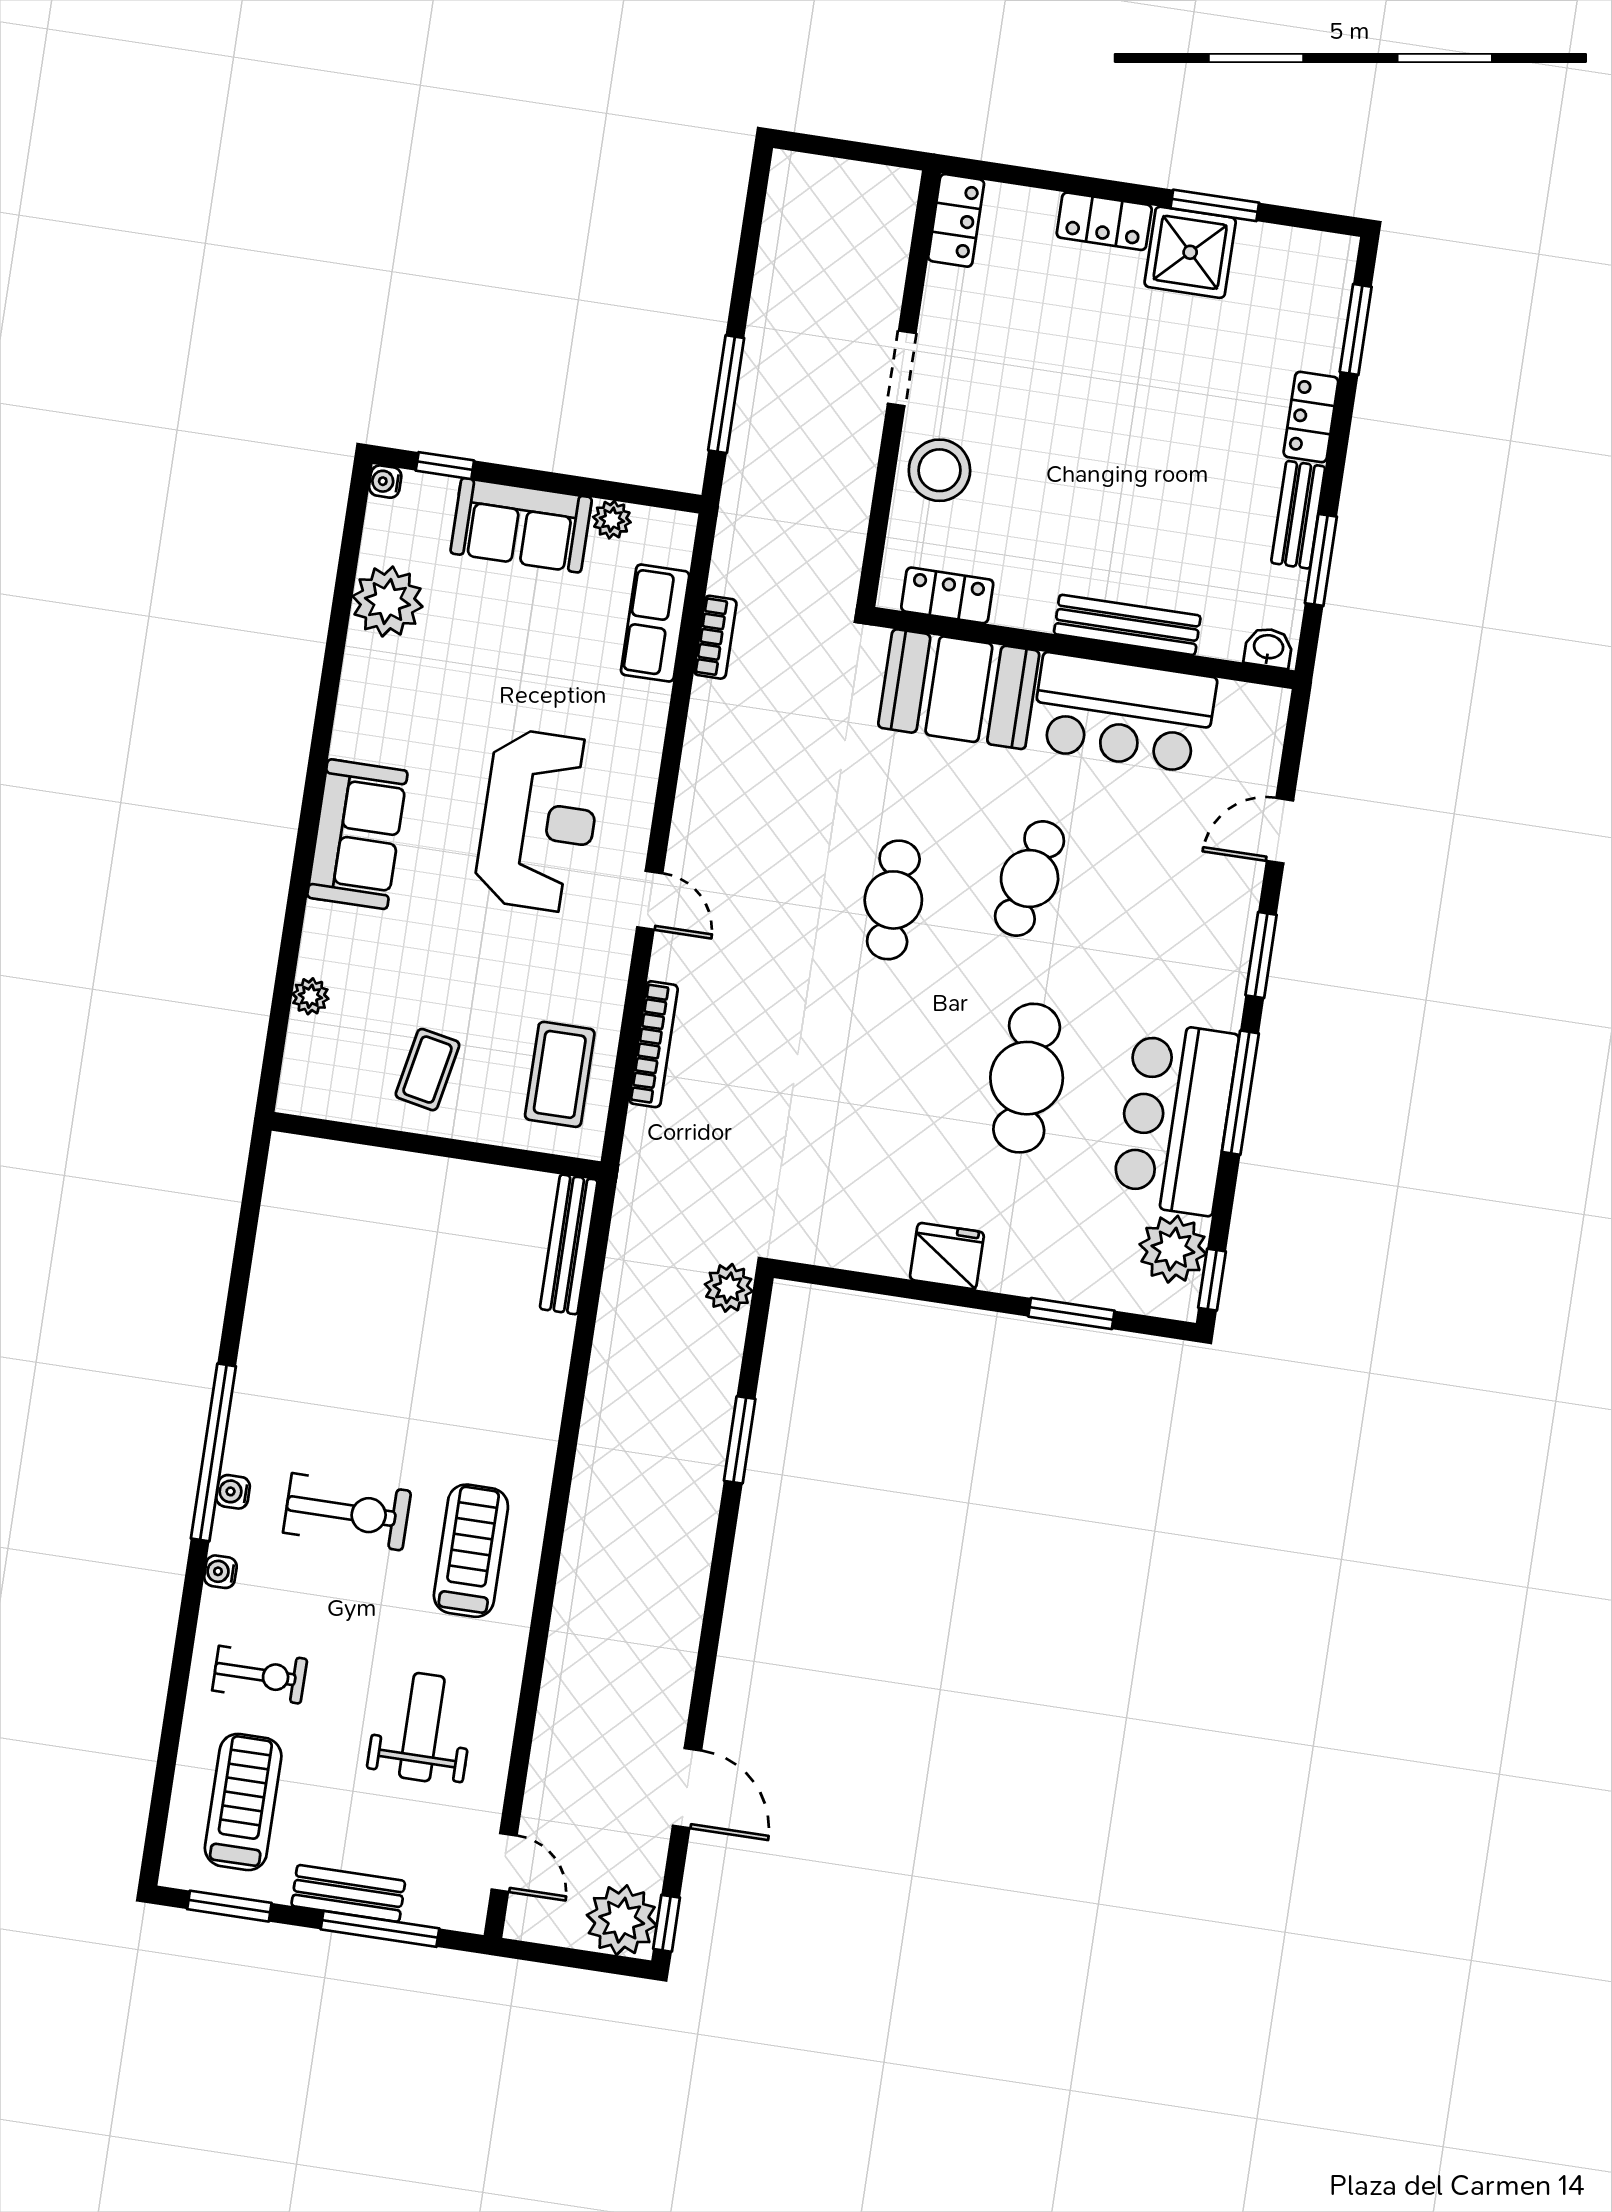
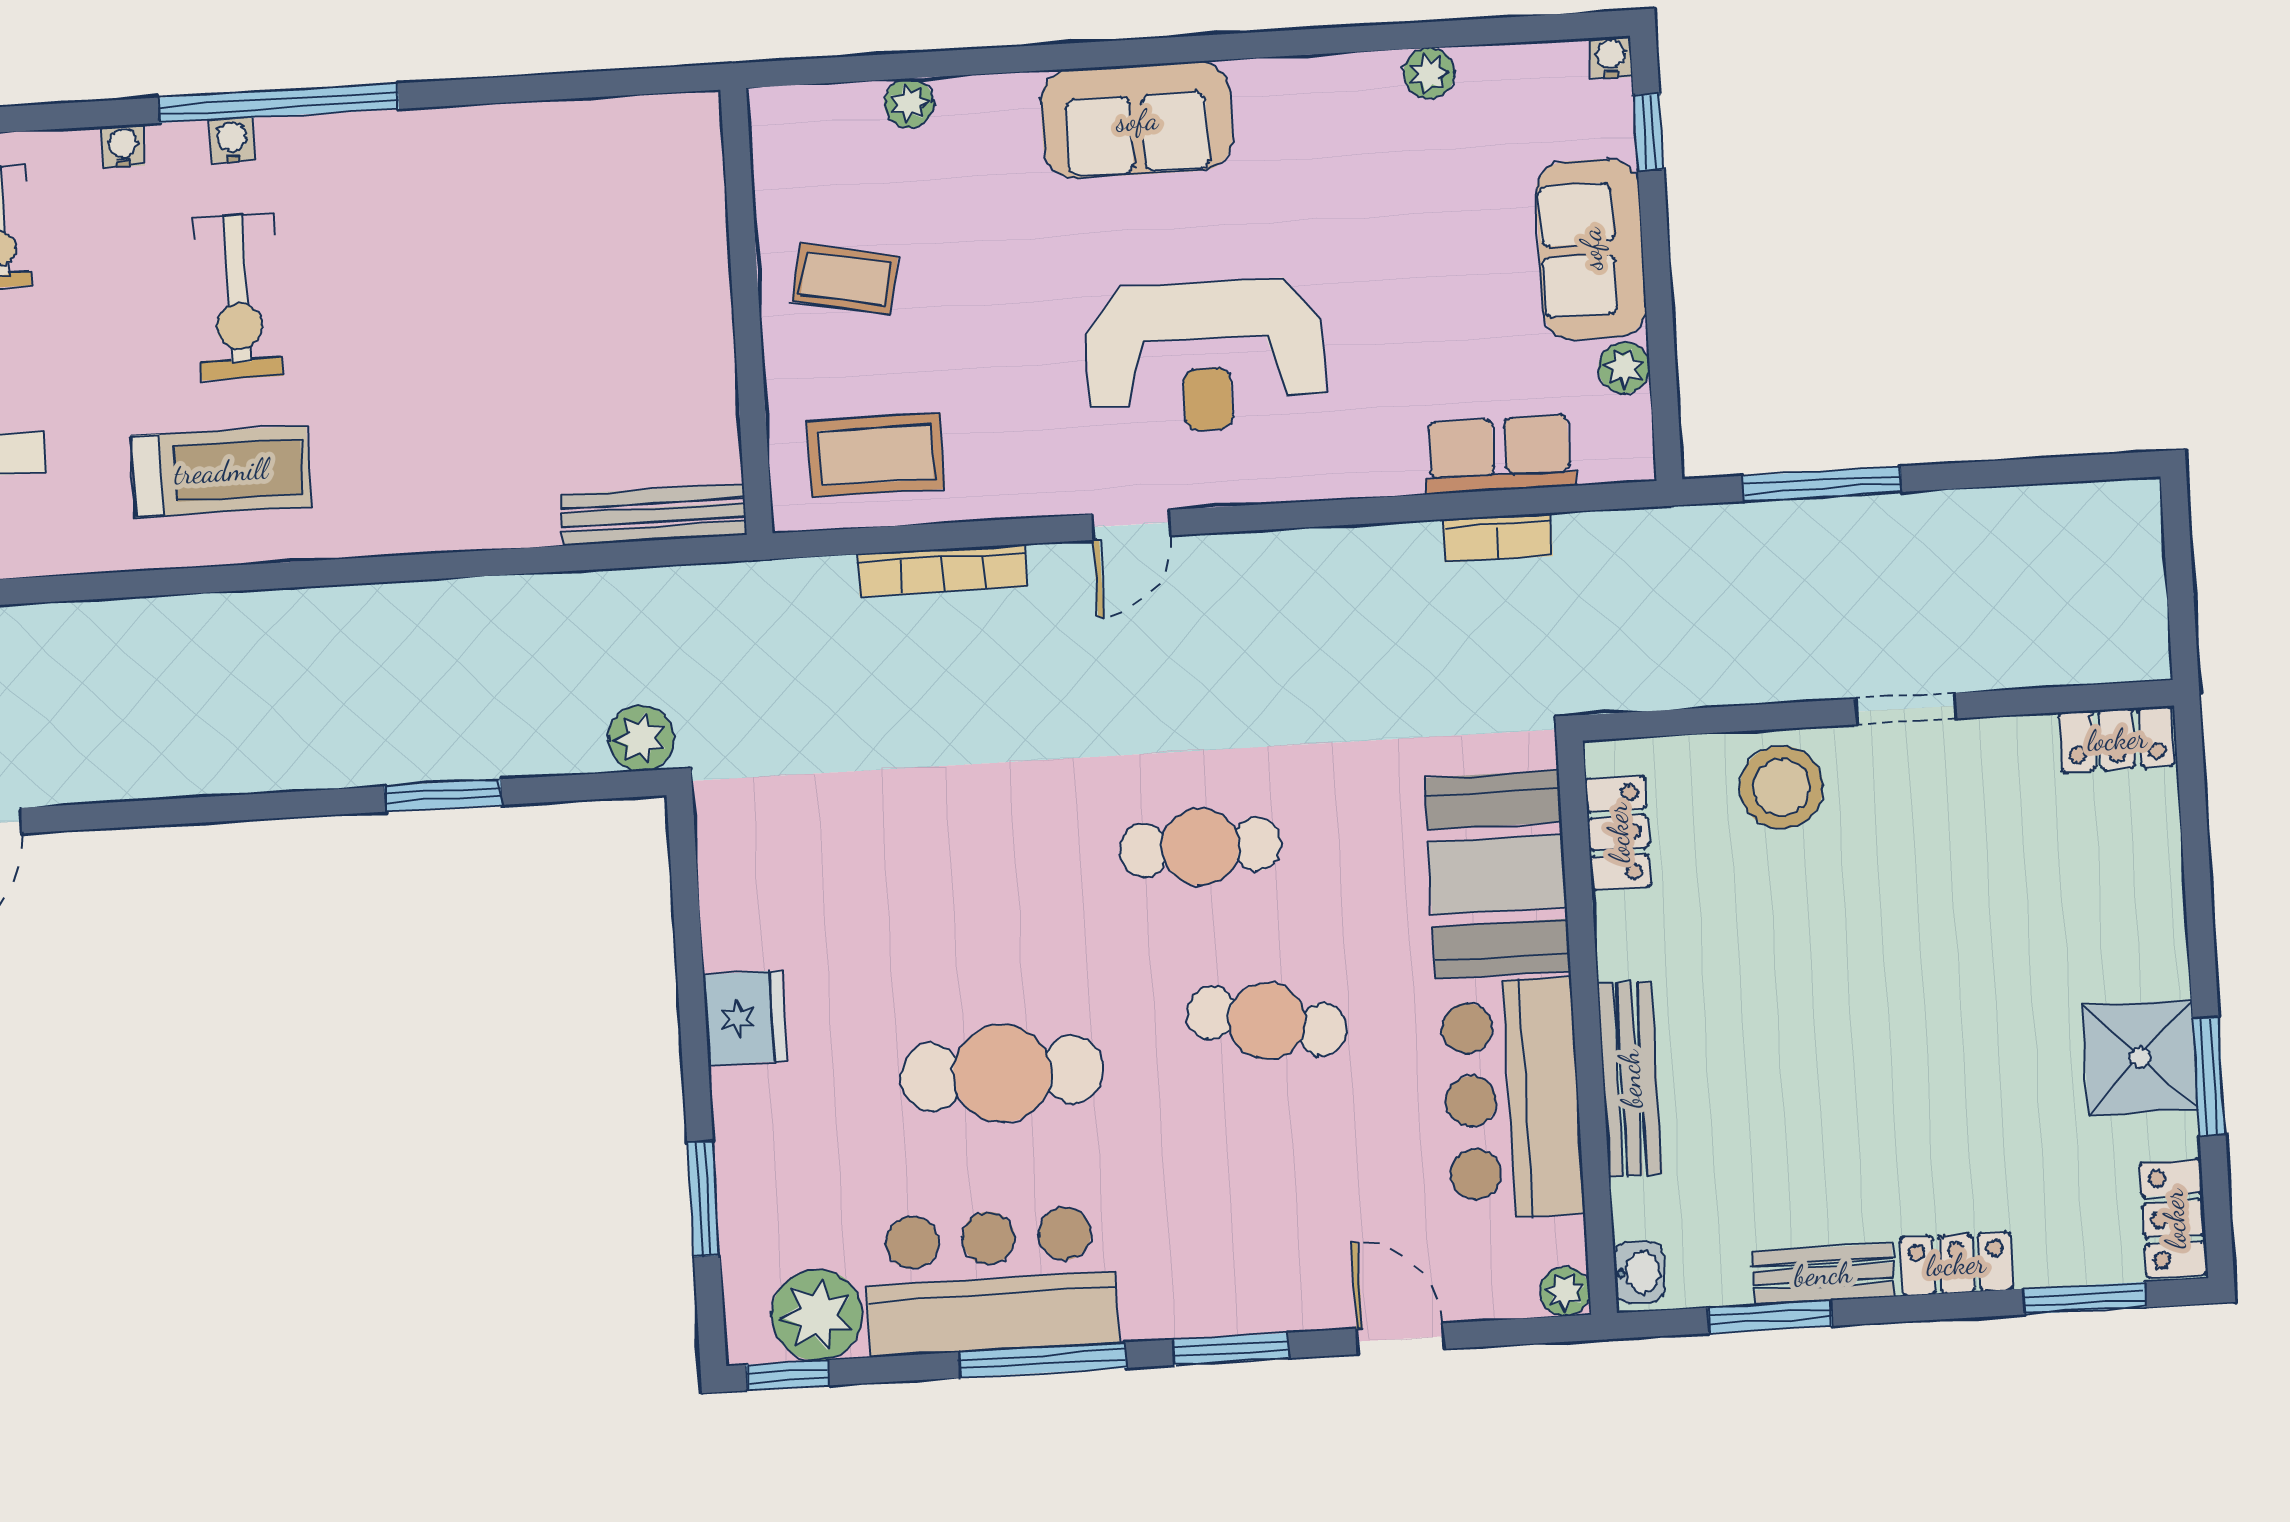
locker: (1104, 221) -> (2174, 1219), moved
plant: (387, 602) -> (1429, 73), width x0.53, depth x0.53
plant: (1271, 704) -> (1565, 1291), added

